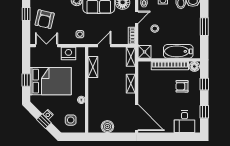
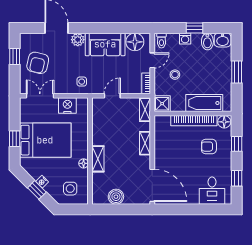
shelving: (93, 67) -> (98, 159), moved

